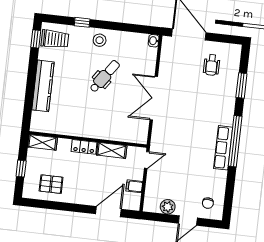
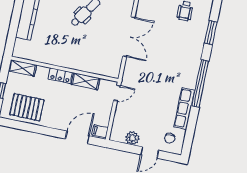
double door: (154, 98) -> (129, 37), swing flipped
row of seats: (223, 148) -> (184, 109), moved
pallet: (51, 184) -> (27, 107), width x1.50, depth x1.42
filing cabinet: (134, 186) -> (100, 131), moved

